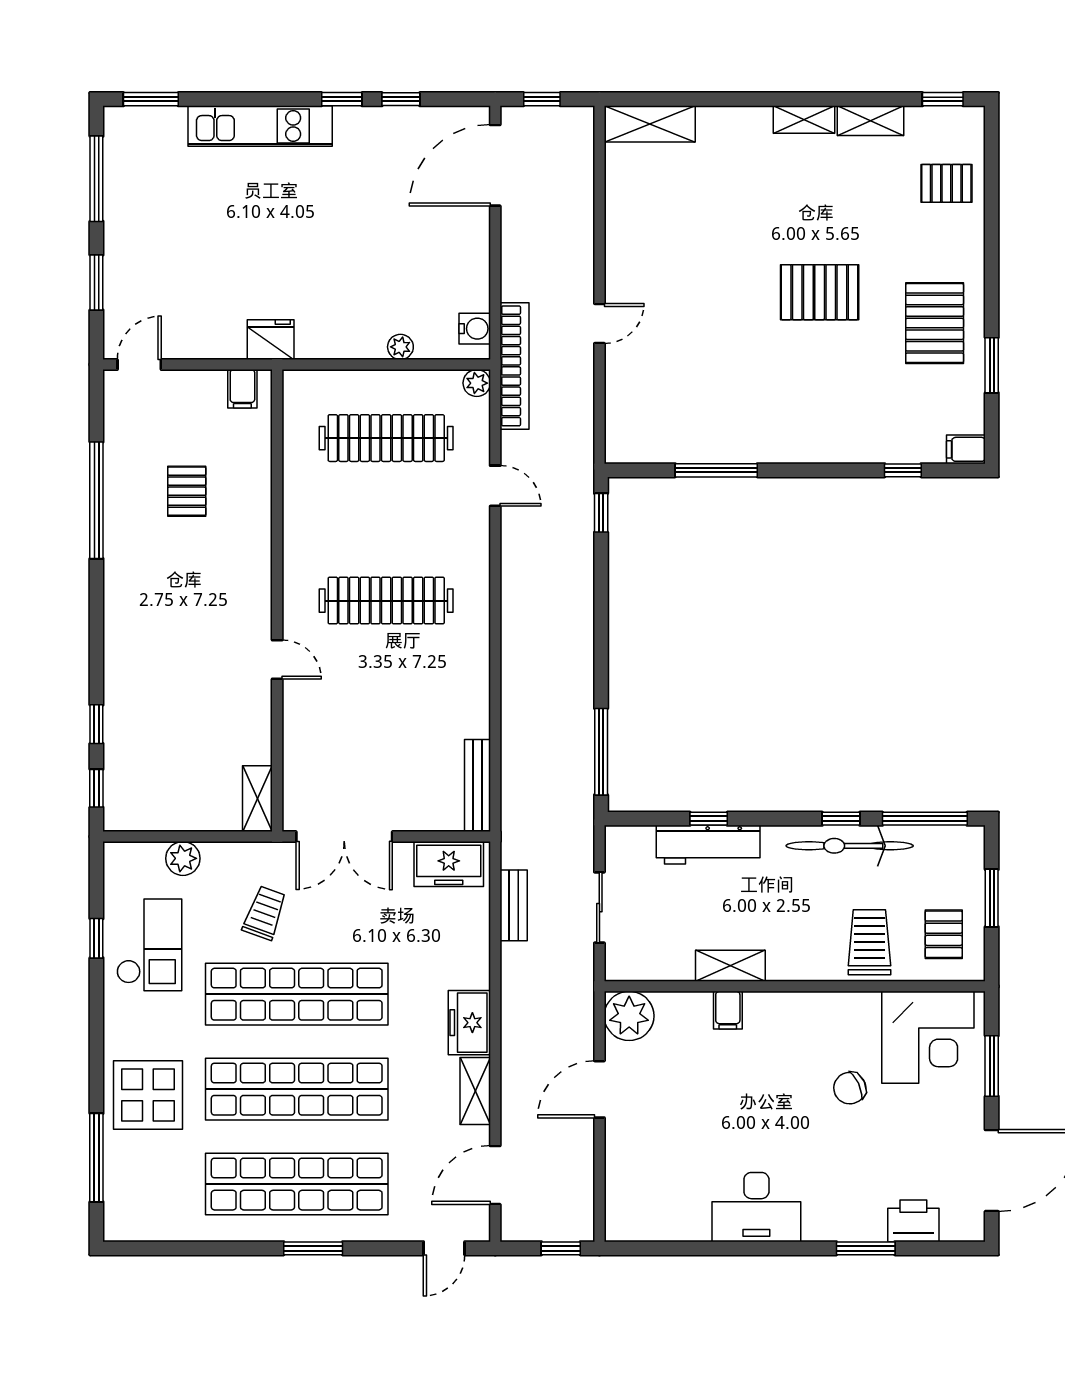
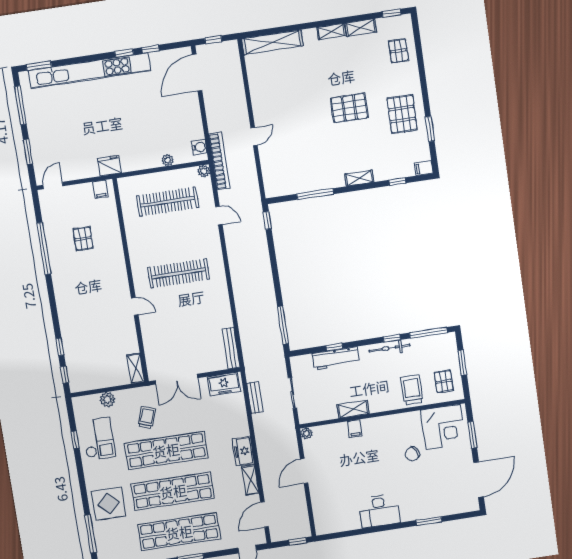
shelving: (650, 124) -> (272, 42), width x1.47
kitchen unit: (260, 126) -> (90, 71), width x1.86
pallet: (946, 183) -> (399, 51), turned 90
shelving: (819, 450) -> (359, 178), added
bicycle: (850, 846) -> (390, 348), width x0.73, depth x0.71
plant: (629, 1016) -> (306, 433), width x0.53, depth x0.53
printer: (913, 1221) -> (448, 506), removed

